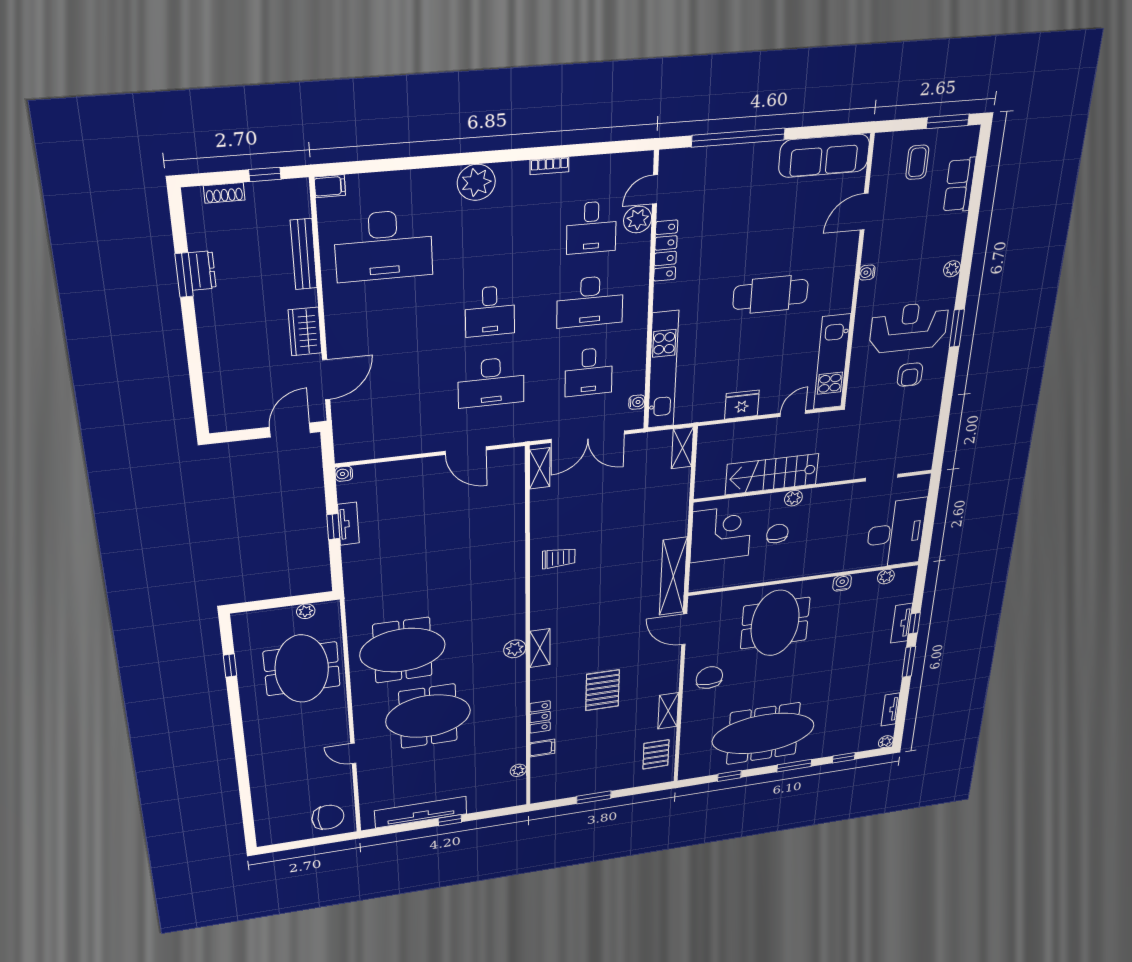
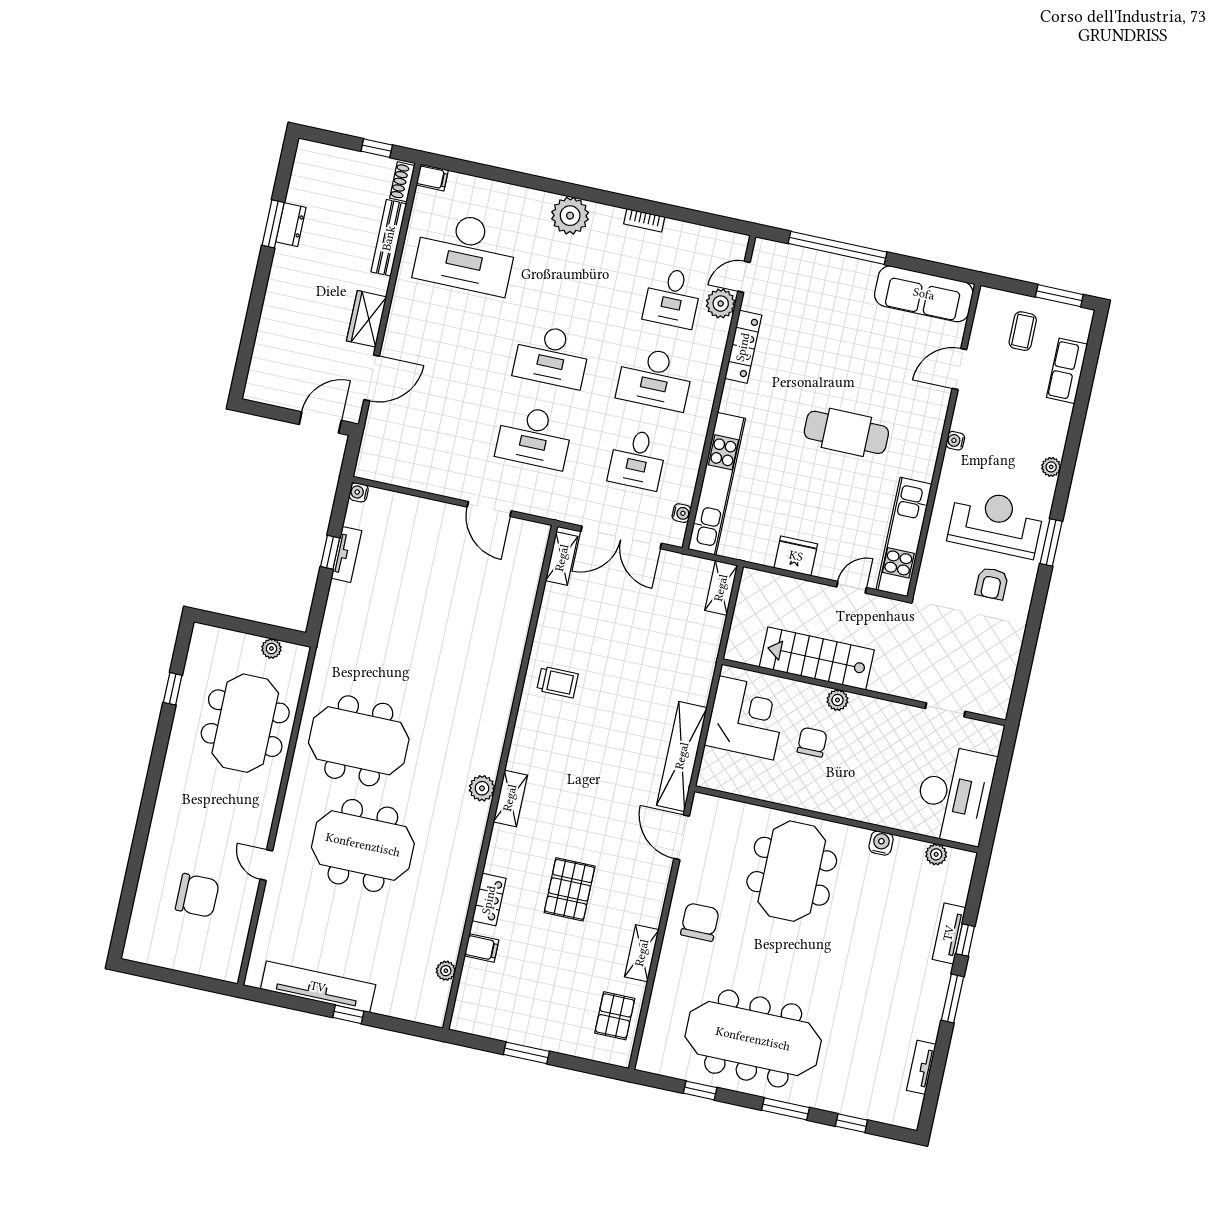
shoe rack: (224, 193) -> (402, 182), moved, turned 90
desk: (490, 311) -> (552, 356), width x1.37
plant: (886, 742) -> (910, 1119), removed
chair: (328, 817) -> (197, 895), moved

